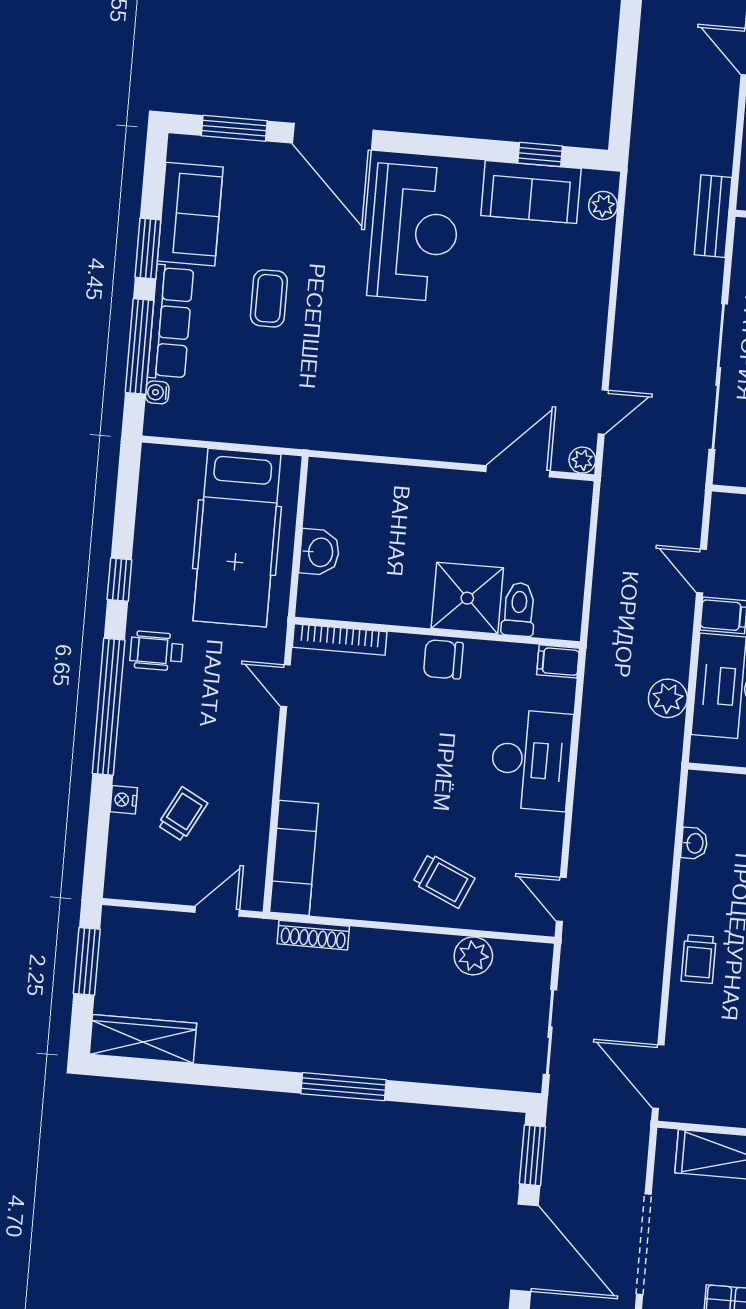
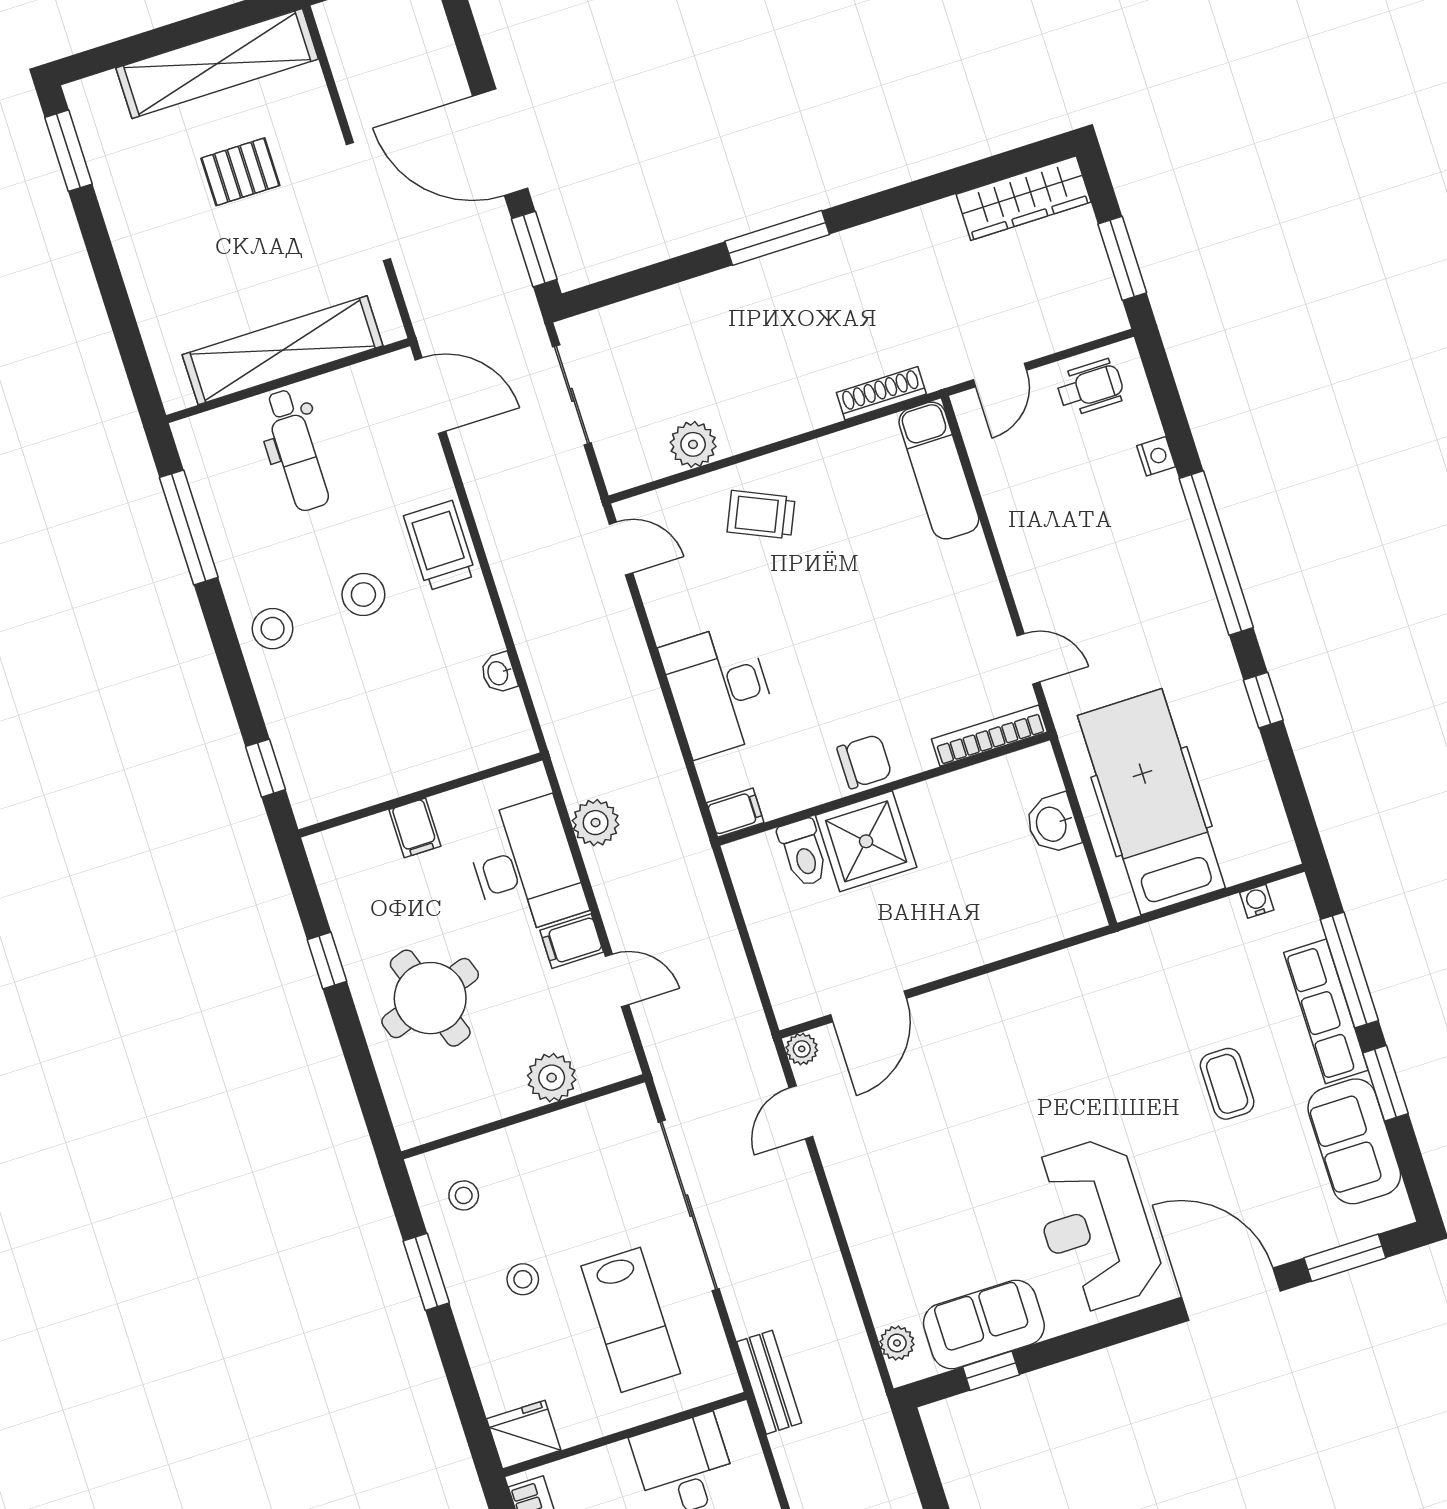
water cooler: (157, 392) -> (1257, 901), moved, turned -90
wheelchair: (156, 651) -> (1090, 387), moved
trolley: (183, 814) -> (1084, 468), removed
trolley: (699, 959) -> (440, 546), width x1.36, depth x1.39

